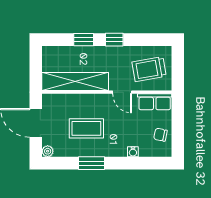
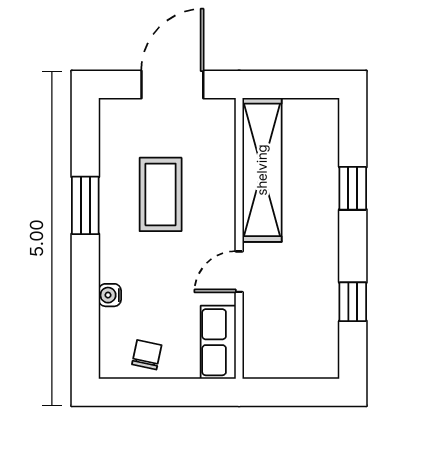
window: (114, 40) -> (353, 302), moved
trolley: (149, 69) -> (289, 330), removed
plant: (48, 151) -> (111, 110), removed

